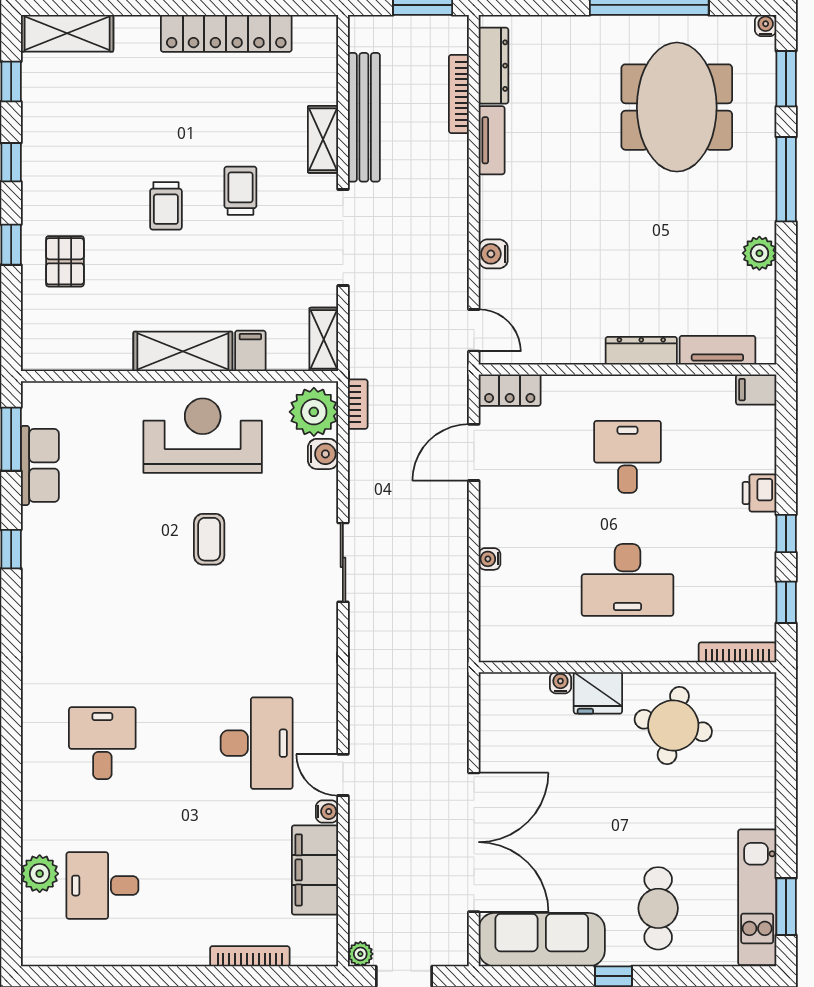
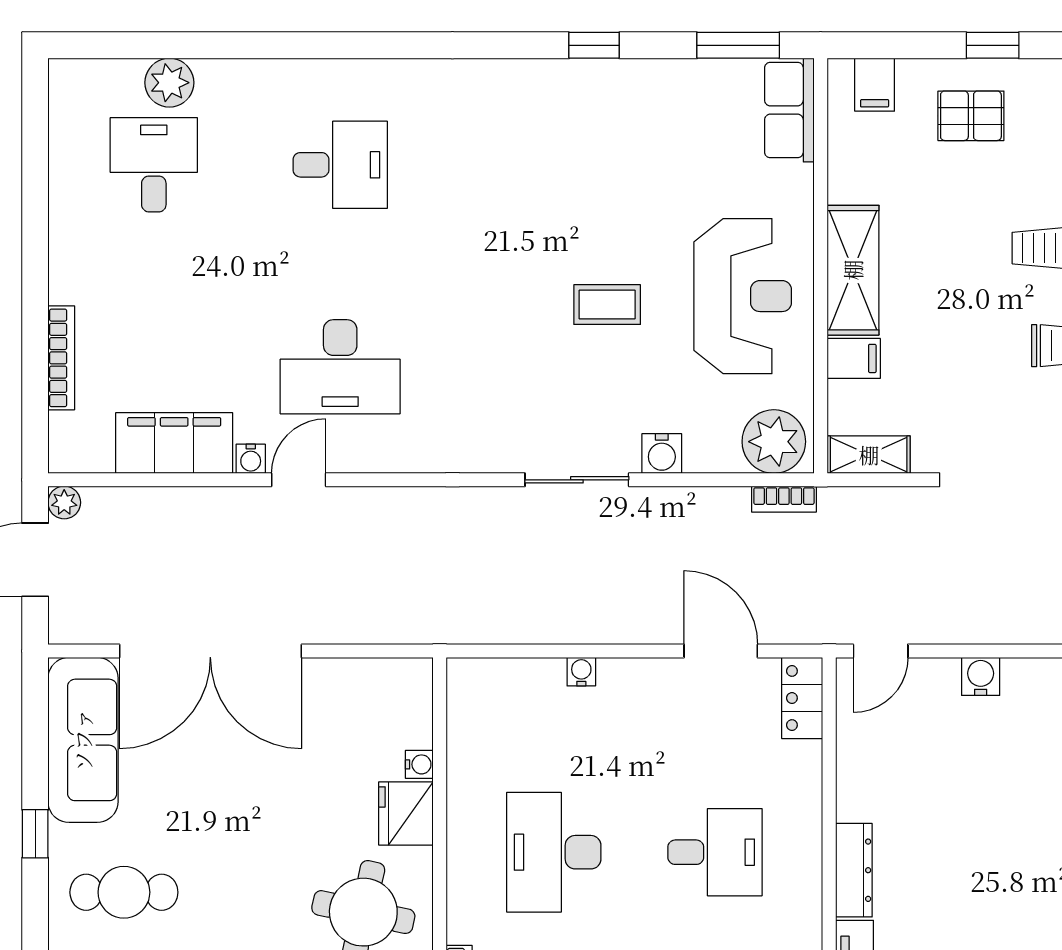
filing cabinet: (41, 335) -> (875, 85), added
water cooler: (323, 454) -> (662, 454), moved
row of seats: (40, 465) -> (789, 110), moved, turned 90

